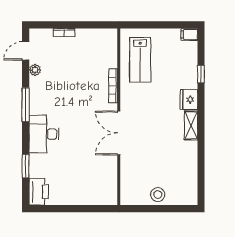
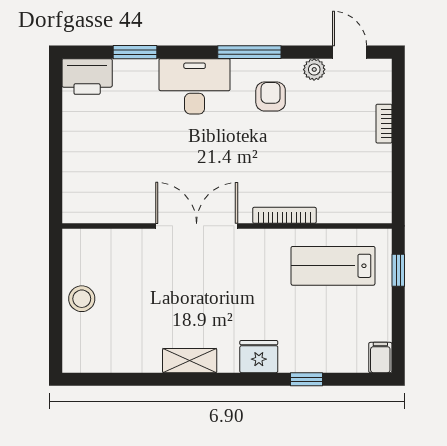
window: (143, 25) -> (398, 270), added
armchair: (49, 93) -> (271, 96), added
shelving: (191, 125) -> (190, 361), moved

